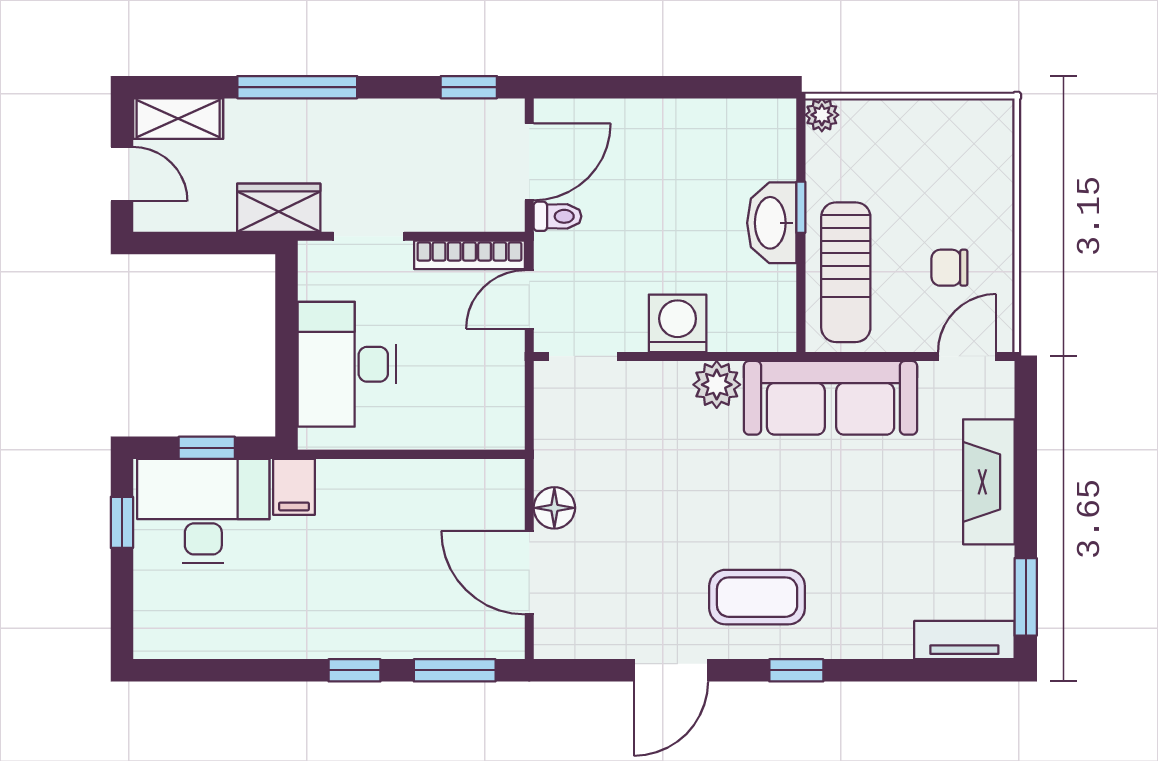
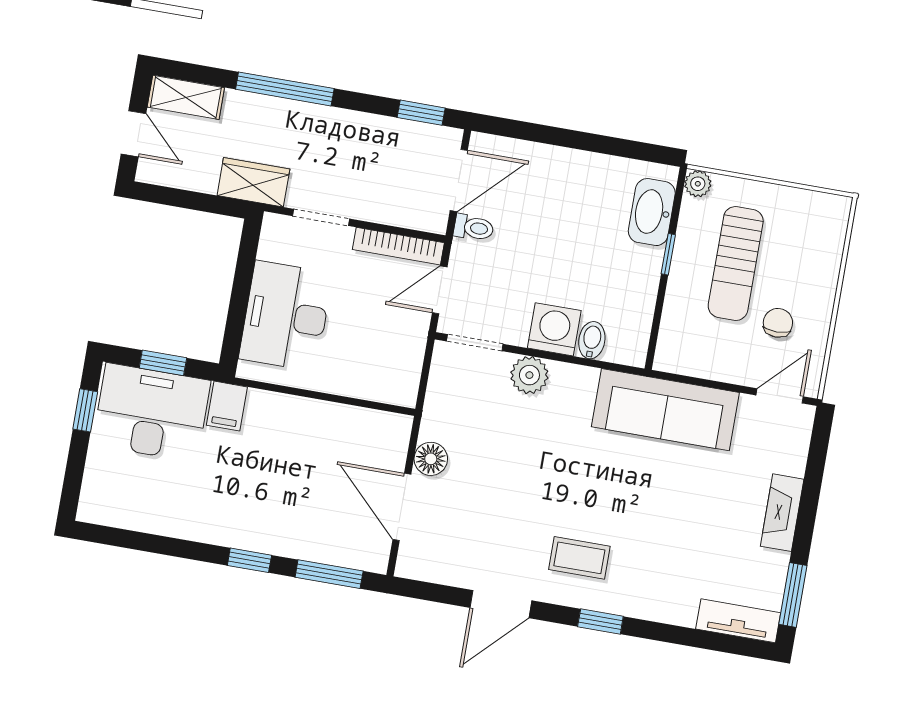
washbasin: (772, 223) -> (652, 212), moved
chair: (949, 268) -> (778, 323), turned 90
sun lounger: (846, 272) -> (736, 264), moved
bidet: (726, 329) -> (592, 340), added
plant: (717, 385) -> (529, 375), moved
fireplace: (989, 482) -> (782, 513), width x0.73, depth x0.76
coffee table: (757, 597) -> (579, 558), width x0.73, depth x0.77

